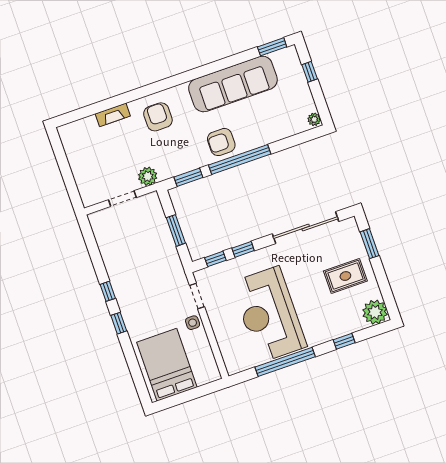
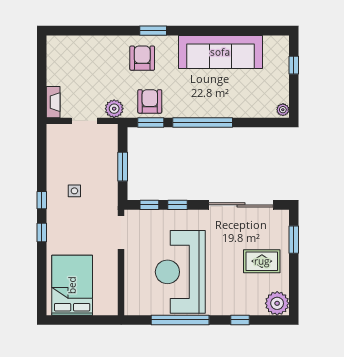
window: (272, 47) -> (153, 31), moved
fireplace: (113, 115) -> (53, 102), moved, turned -90
armchair: (221, 142) -> (150, 101), moved, turned 90
doorway: (197, 296) -> (121, 233), width x1.38
side table: (193, 323) -> (74, 191), moved

